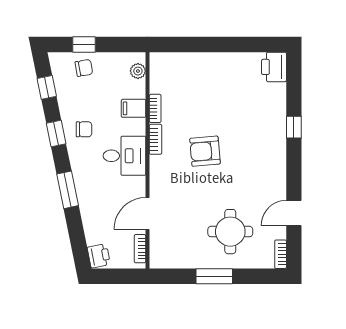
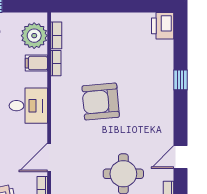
plant: (138, 71) -> (34, 36), width x1.88, depth x1.88
bookcase: (156, 139) -> (56, 35), moved
armchair: (205, 151) -> (101, 102), width x1.36, depth x1.36

